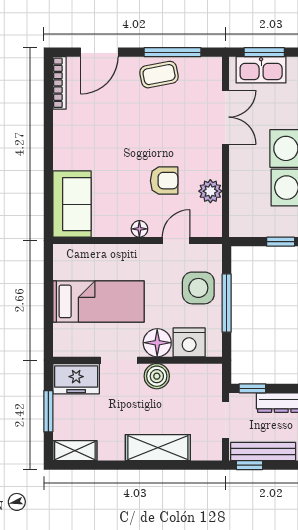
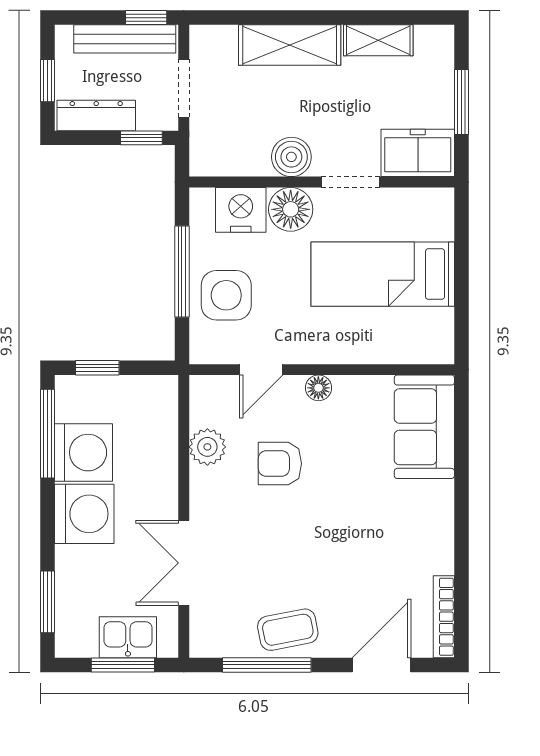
kitchen sink: (261, 70) -> (128, 637), width x0.73
shelving: (75, 451) -> (378, 40), moved

